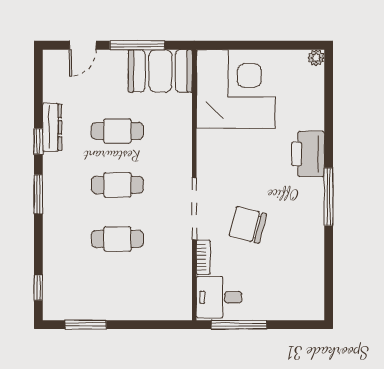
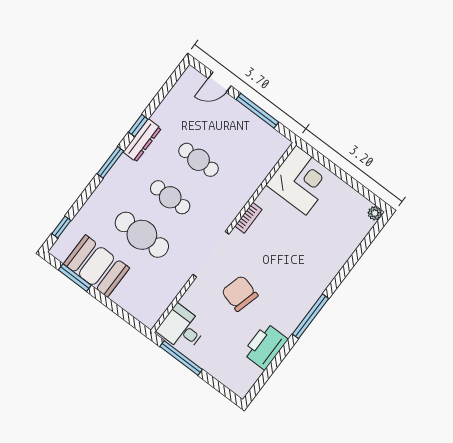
booth: (160, 71) -> (97, 266), moved
corner desk: (236, 89) -> (301, 180), width x0.74, depth x0.74
dresser: (52, 127) -> (142, 140), moved
printer: (308, 154) -> (265, 346), moved
cafe table: (117, 239) -> (142, 235), width x1.37, depth x1.35
bookcase: (203, 257) -> (248, 218), moved

